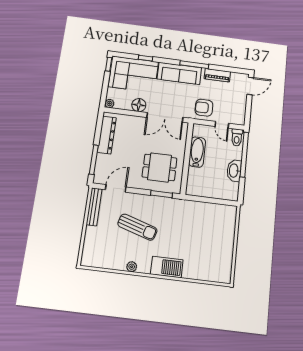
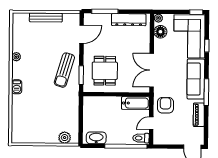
floor lamp: (139, 105) -> (160, 32), moved
bathtub: (197, 152) -> (135, 103), moved
washbasin: (234, 171) -> (96, 138), moved
door: (116, 188) -> (82, 34), hinge flipped
bench: (94, 207) -> (46, 17), moved
plant: (229, 221) -> (65, 138), added
sun lounger: (137, 227) -> (64, 70), moved
barbecue: (167, 267) -> (17, 87), width x0.53, depth x0.65

